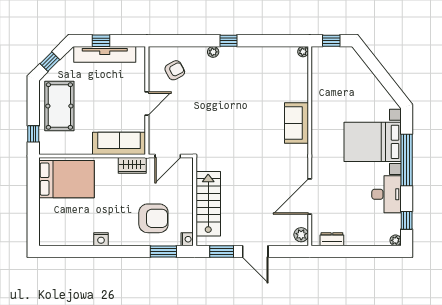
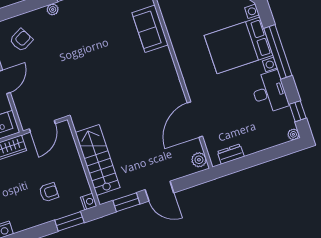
sofa: (297, 123) -> (150, 29), moved
armchair: (153, 218) -> (49, 192), width x0.53, depth x0.53

